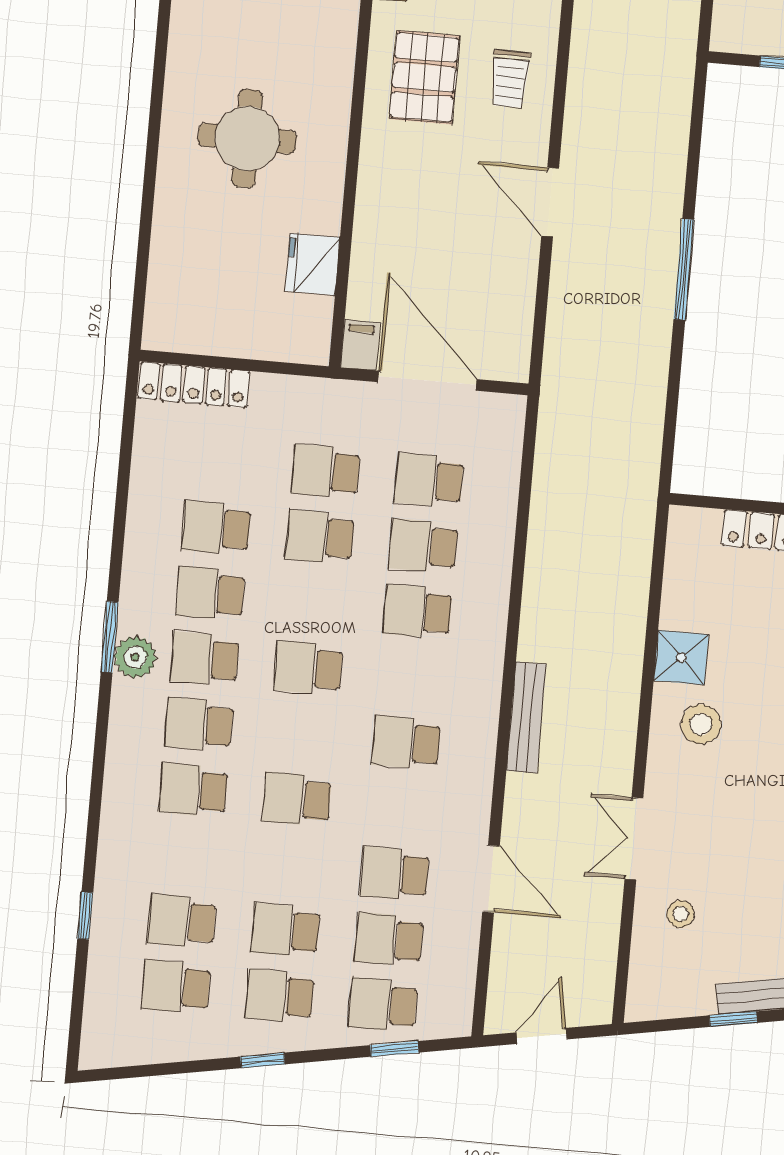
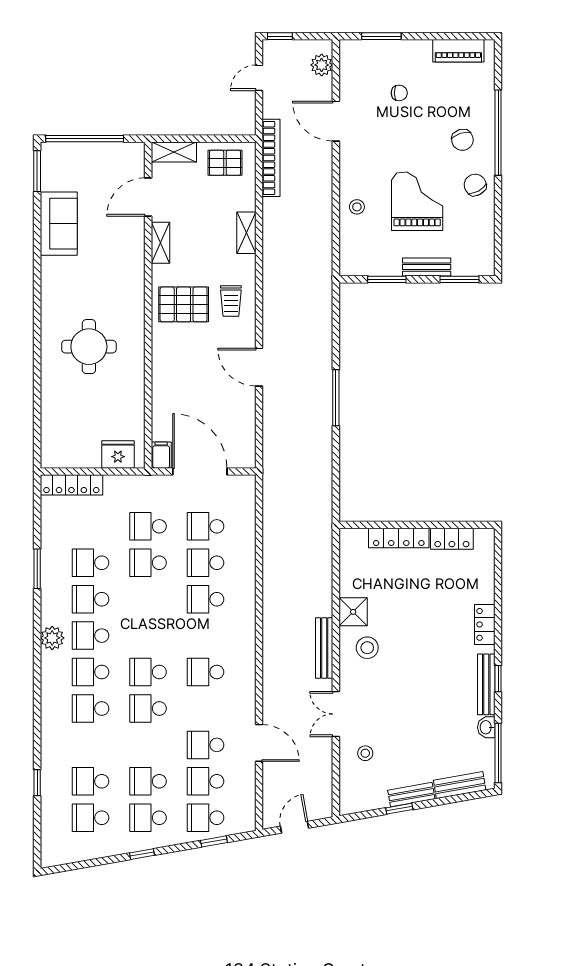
pallet: (424, 77) -> (184, 304), turned 90
fridge: (313, 264) -> (118, 454), moved, turned 90
window: (110, 637) -> (37, 569), moved
school desk: (308, 668) -> (148, 672), moved
bench: (526, 717) -> (324, 648), moved

